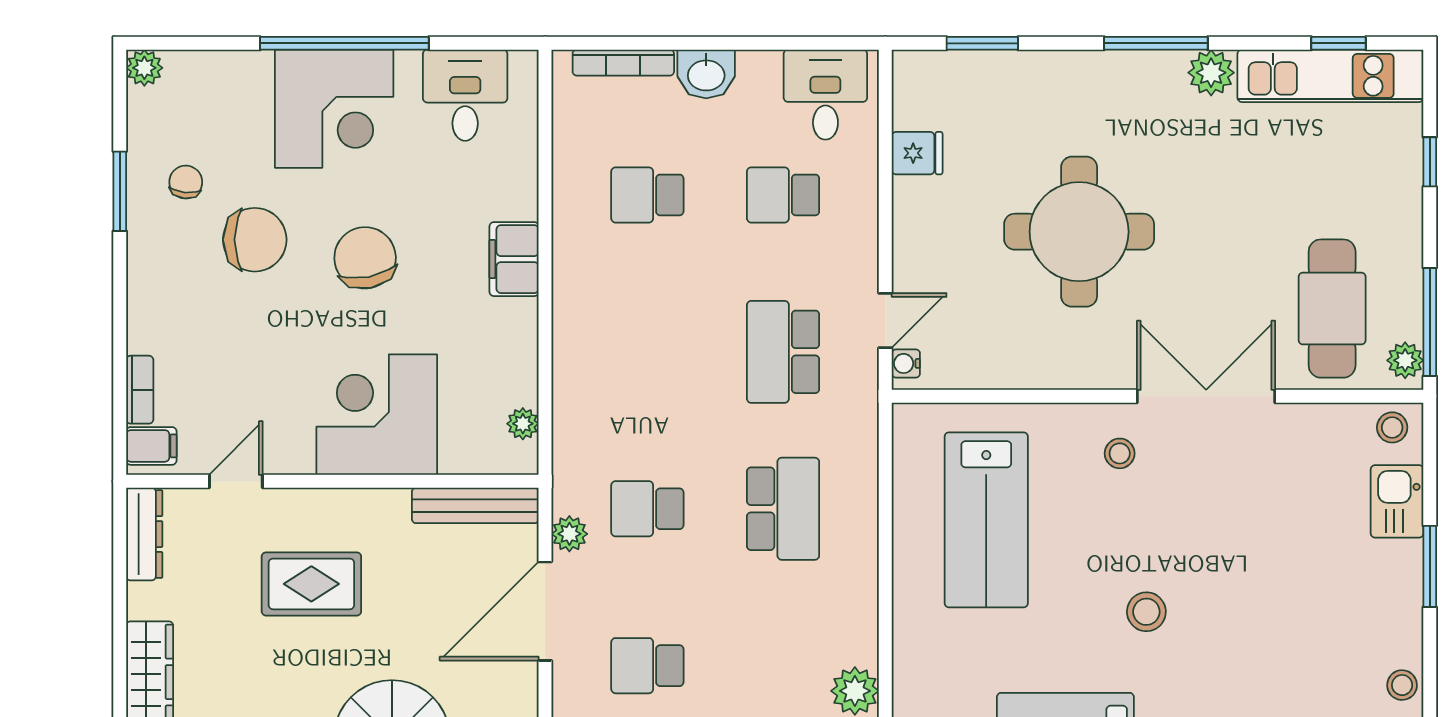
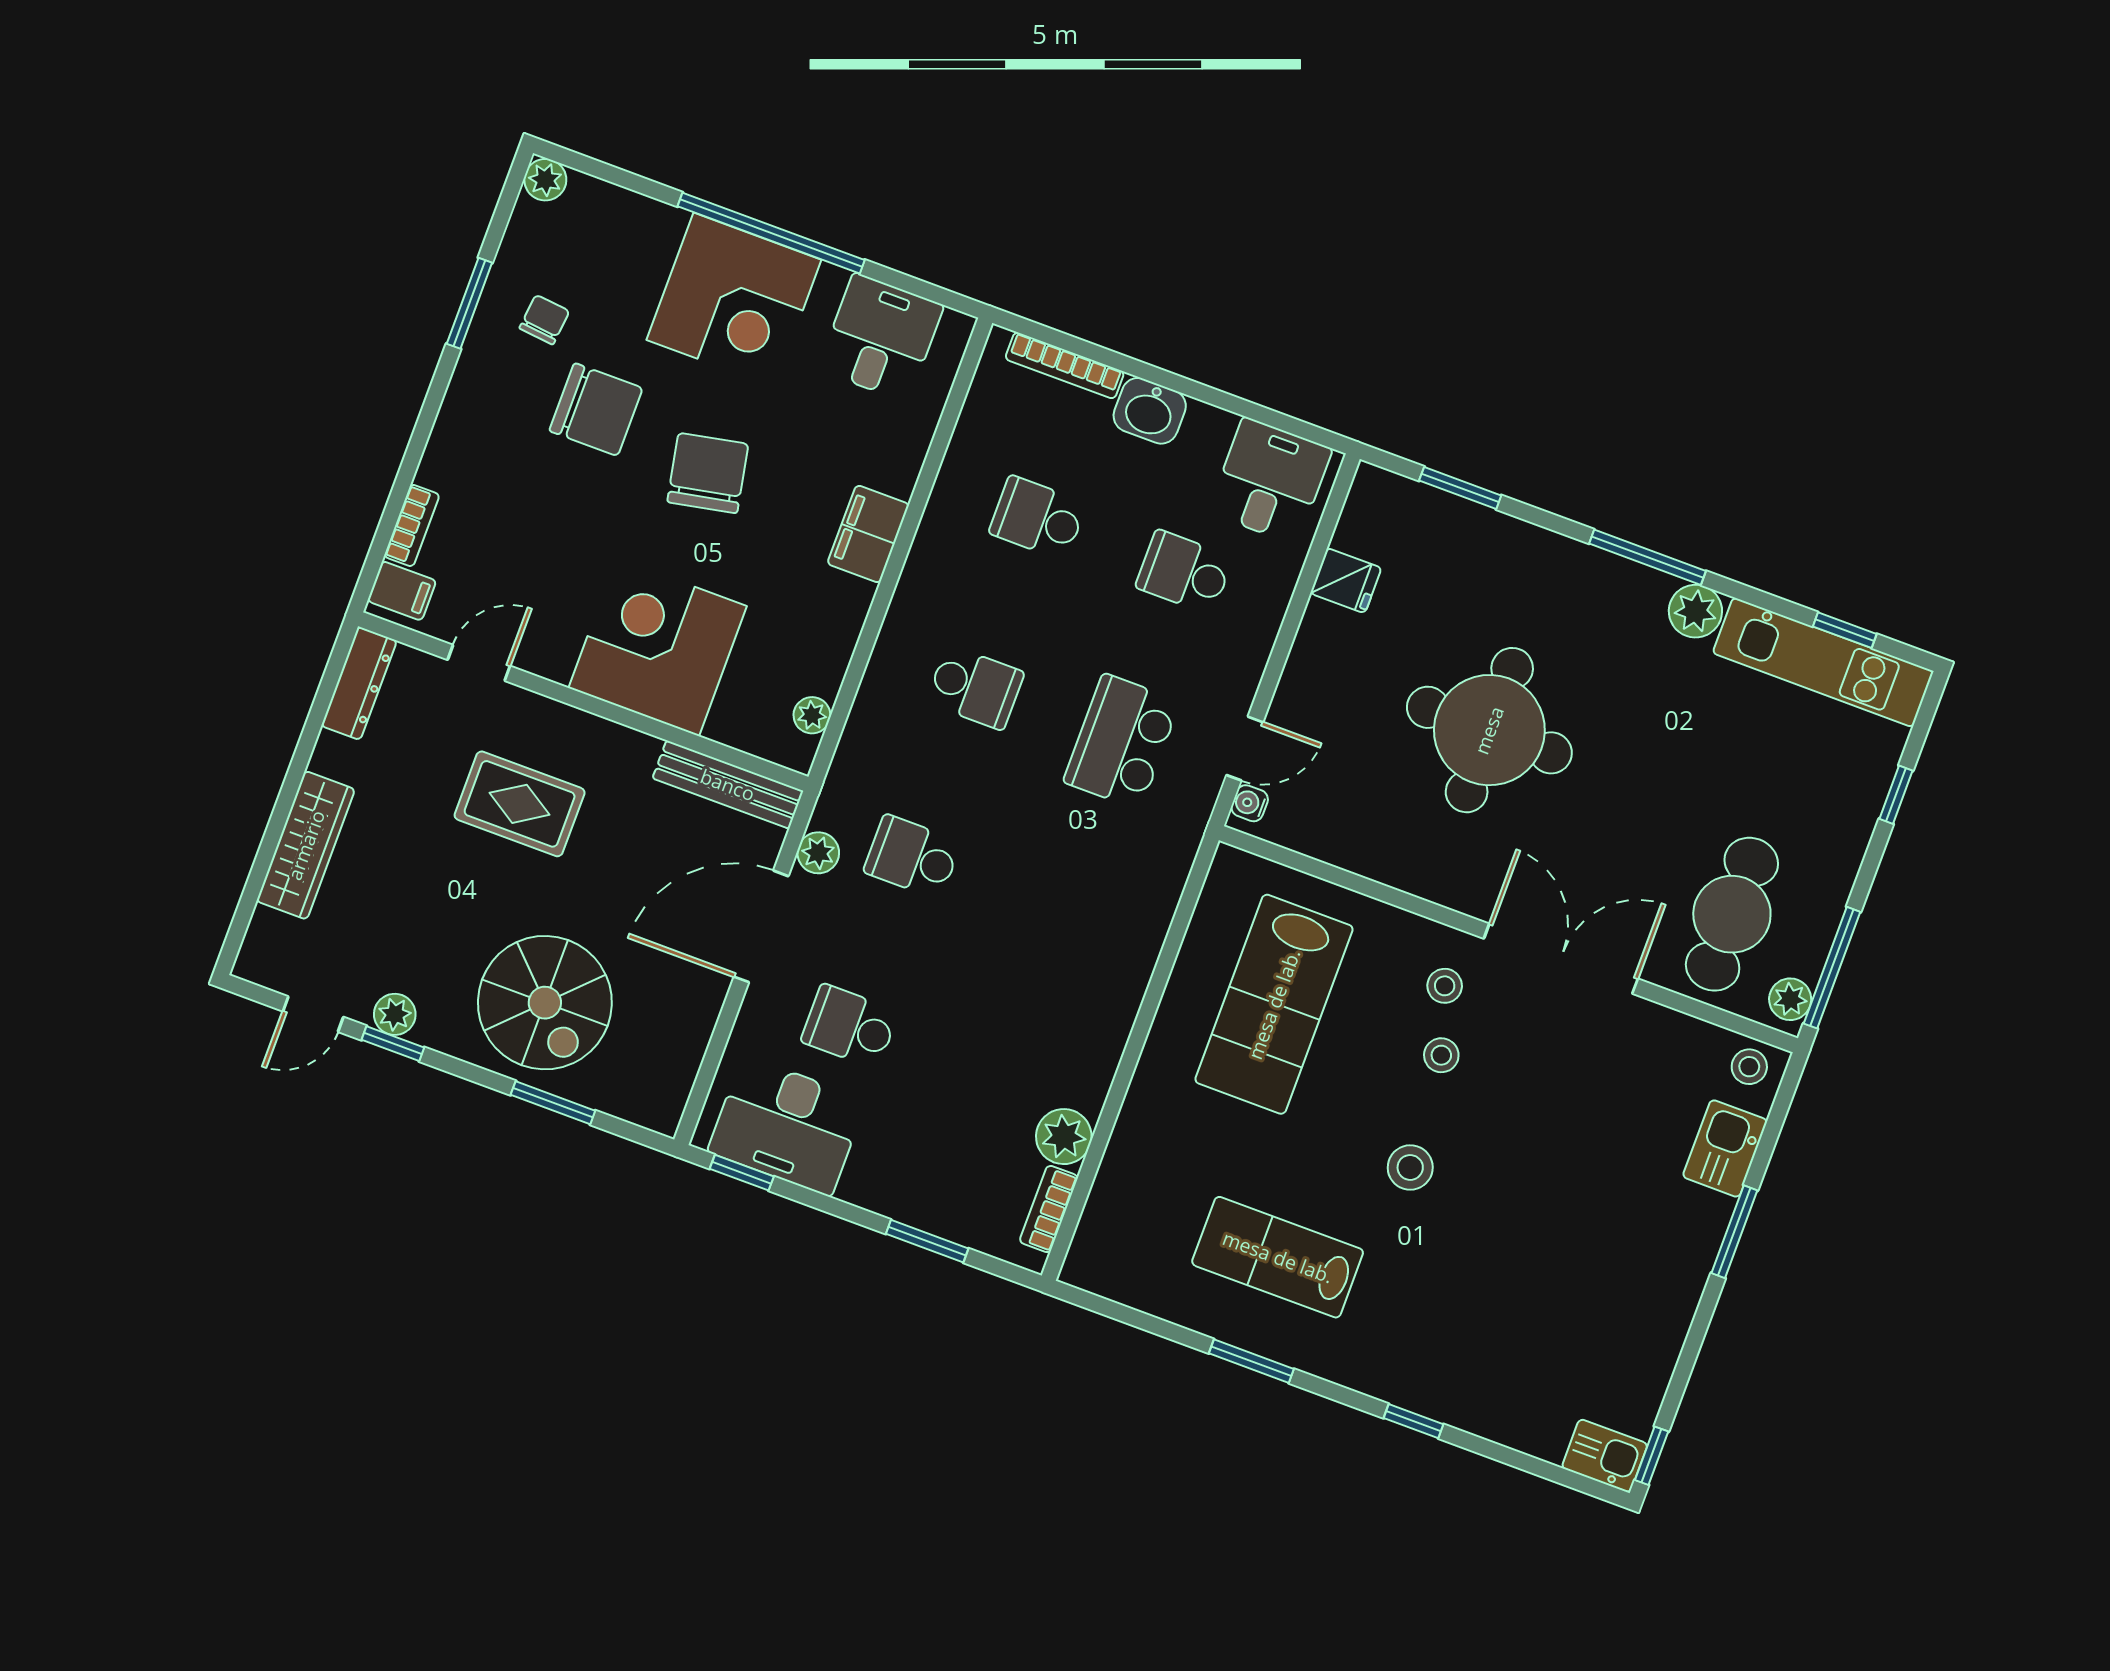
school desk: (783, 509) -> (975, 687), moved, width x0.54
stool: (1402, 685) -> (1441, 1055), moved

